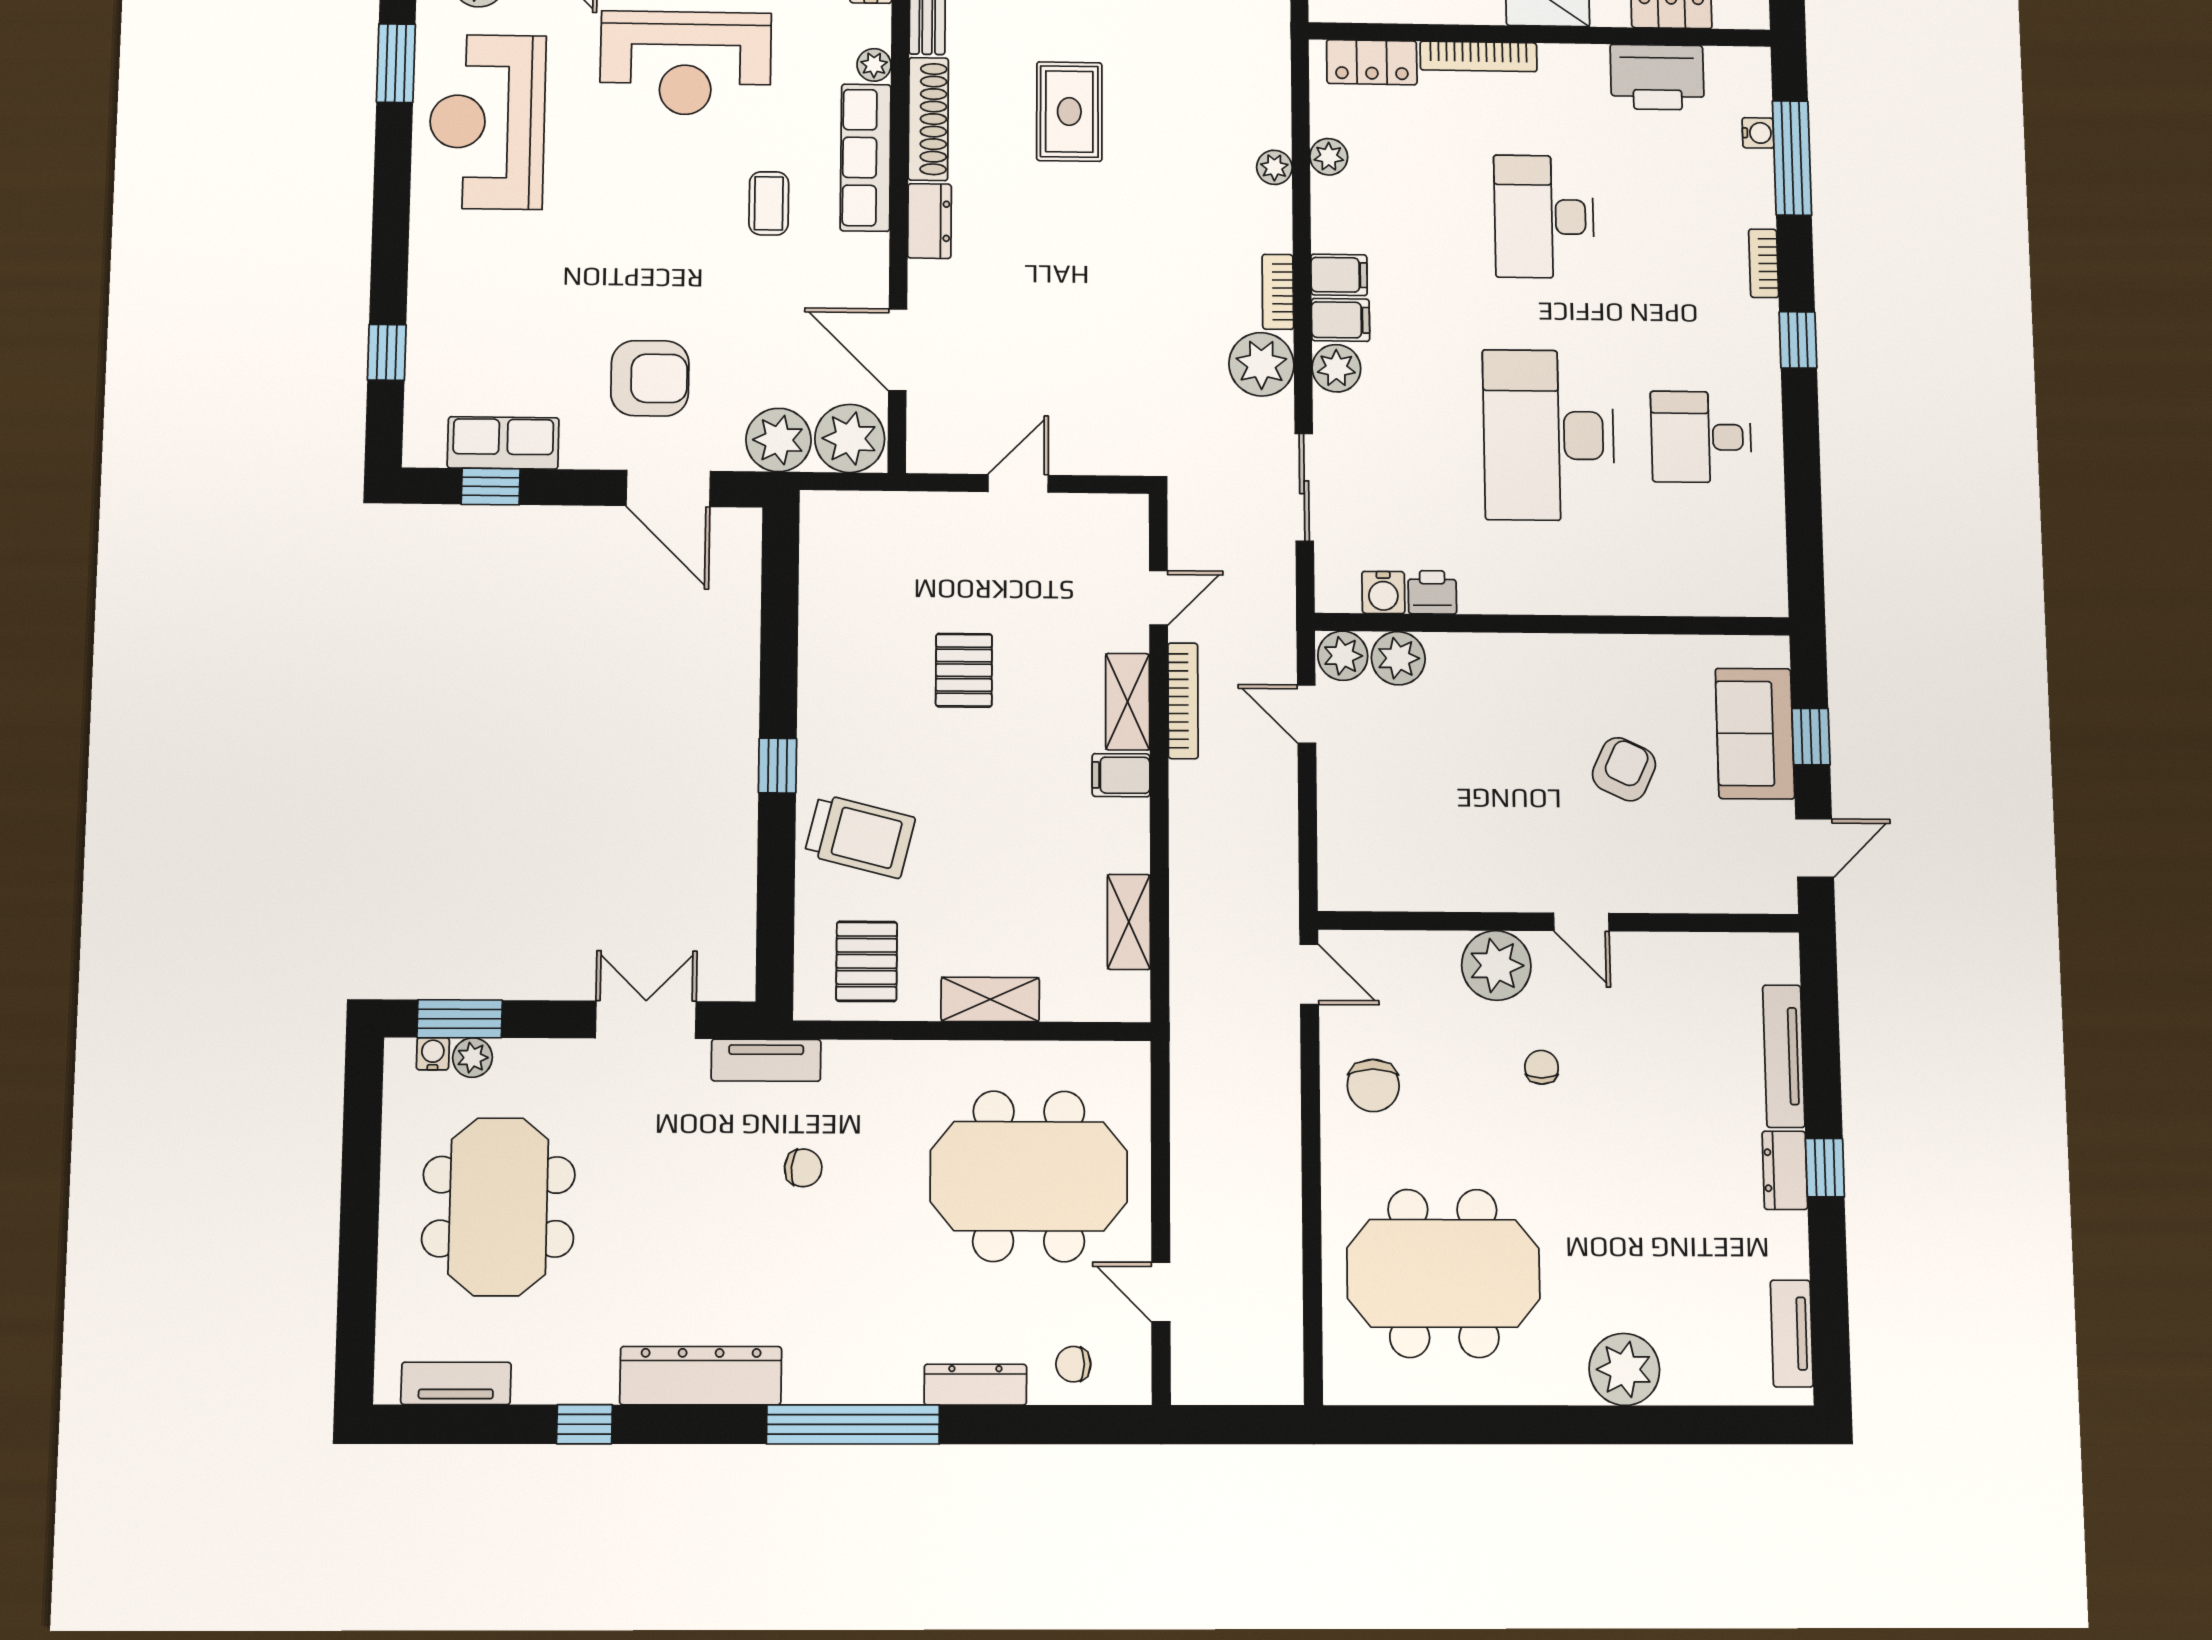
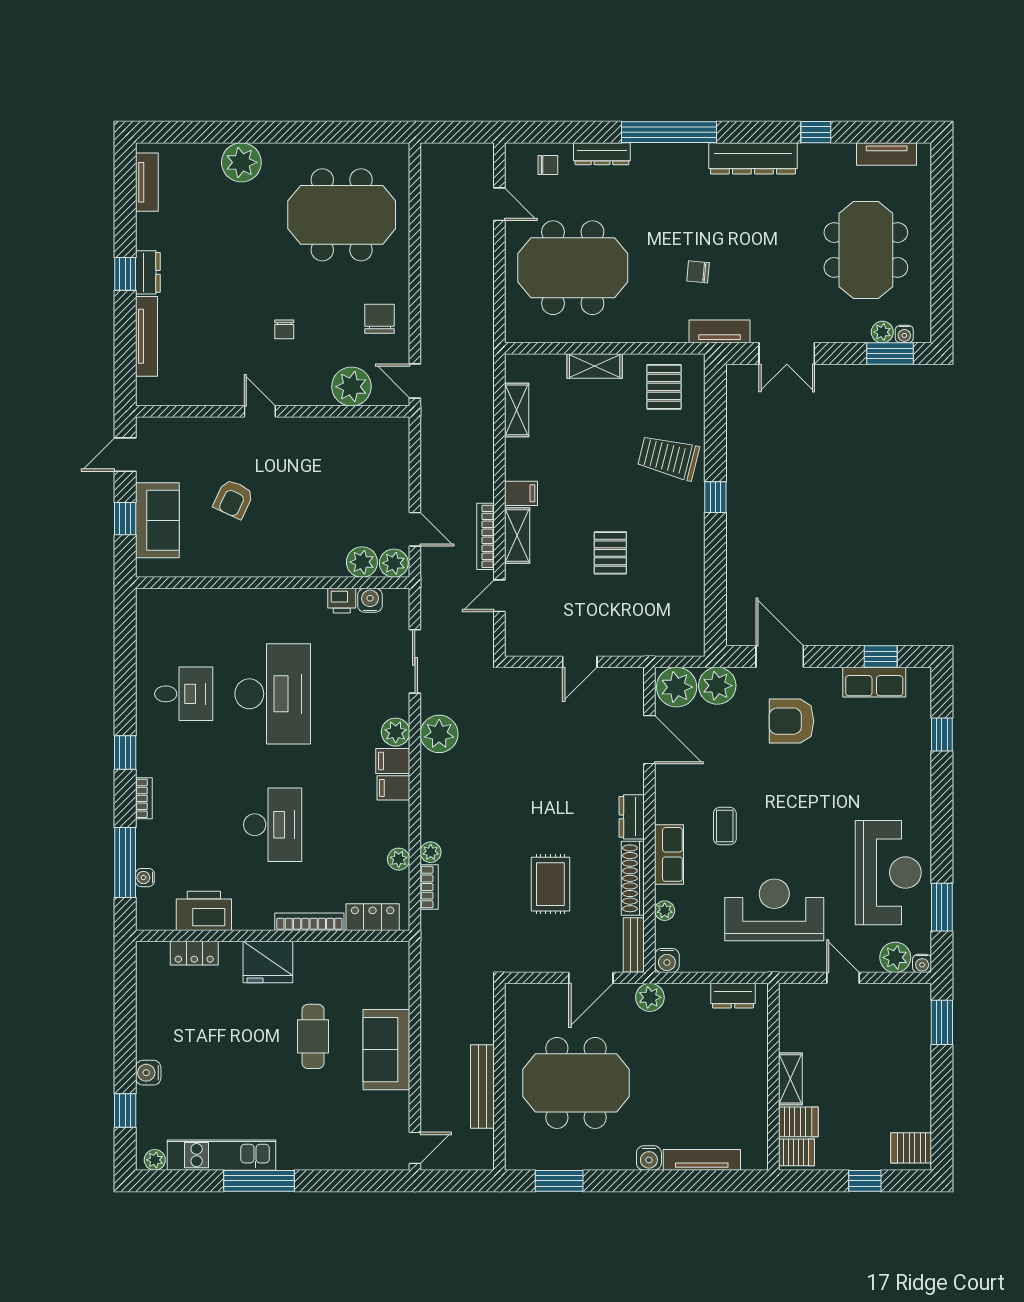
row of seats: (866, 158) -> (669, 854), width x0.68
bookcase: (1278, 292) -> (429, 887), moved
plant: (1496, 966) -> (351, 387), moved

